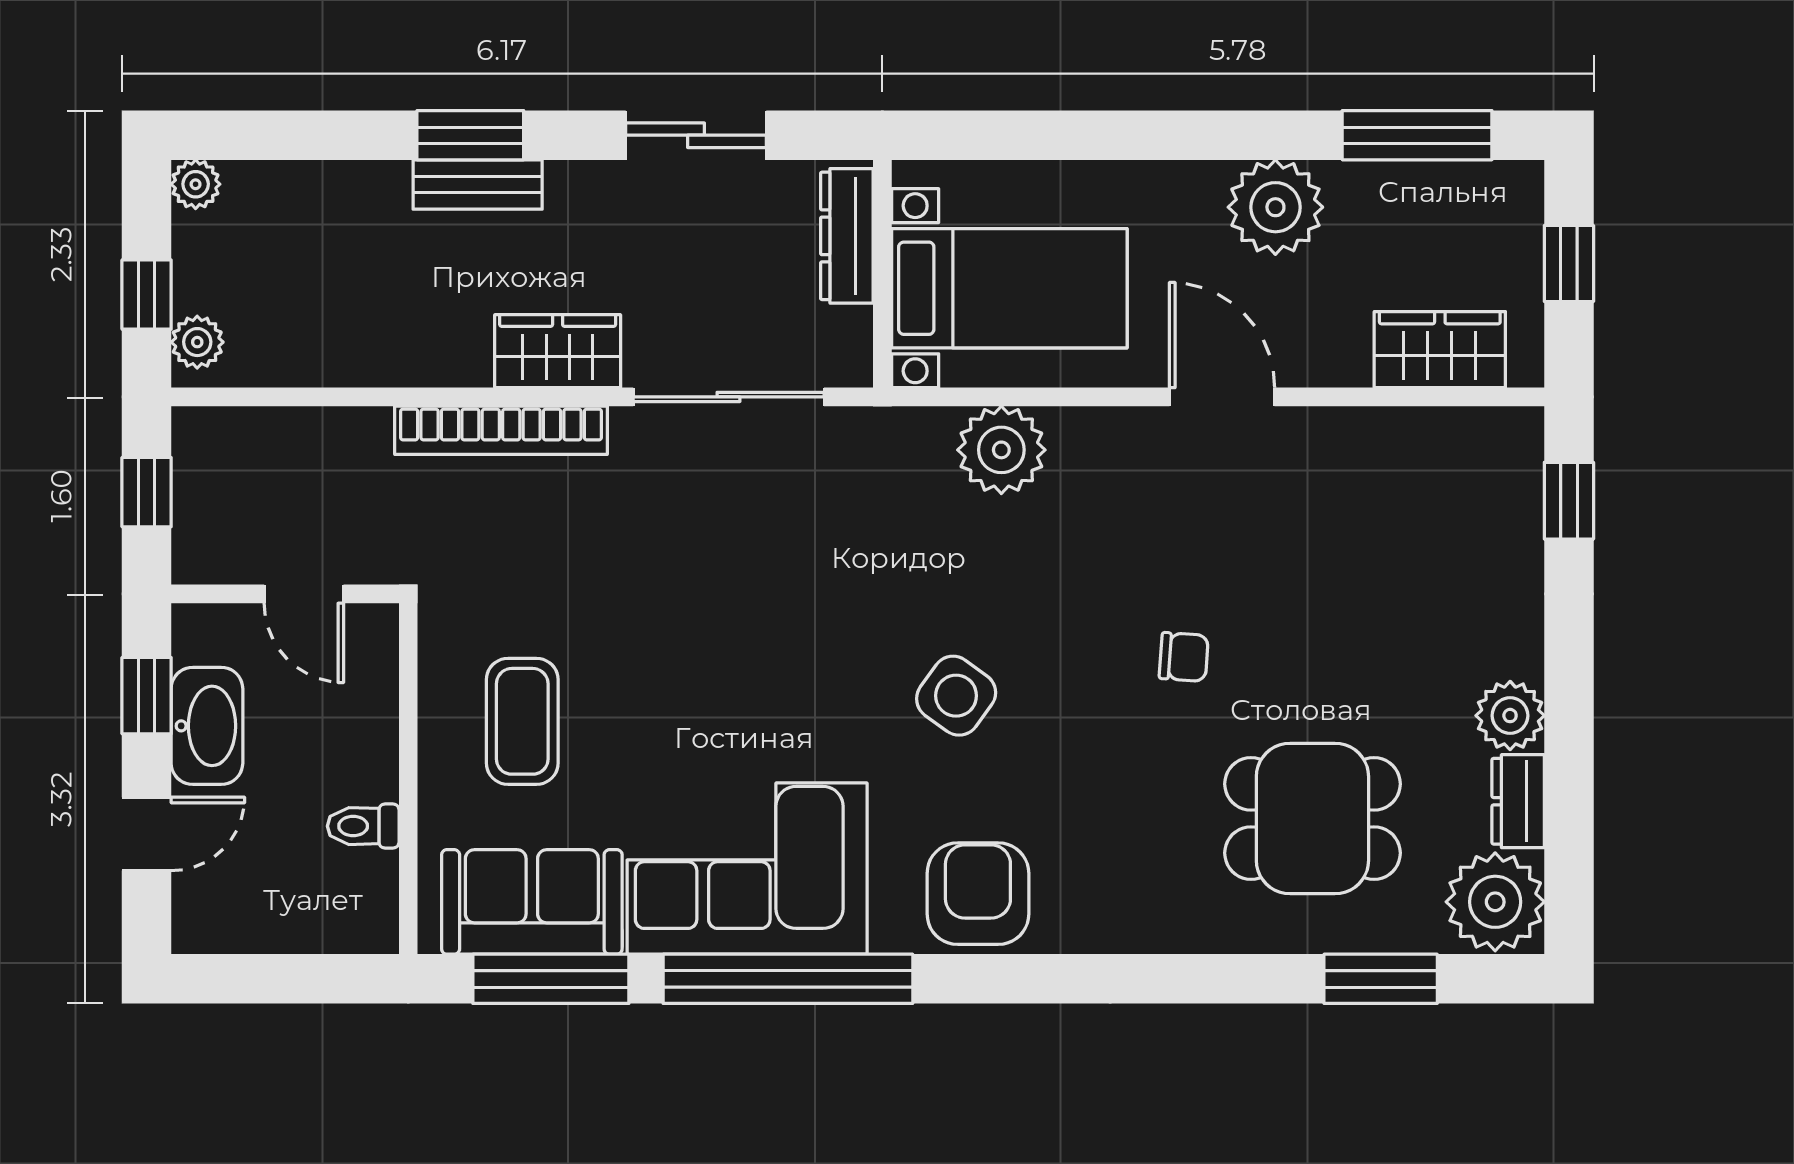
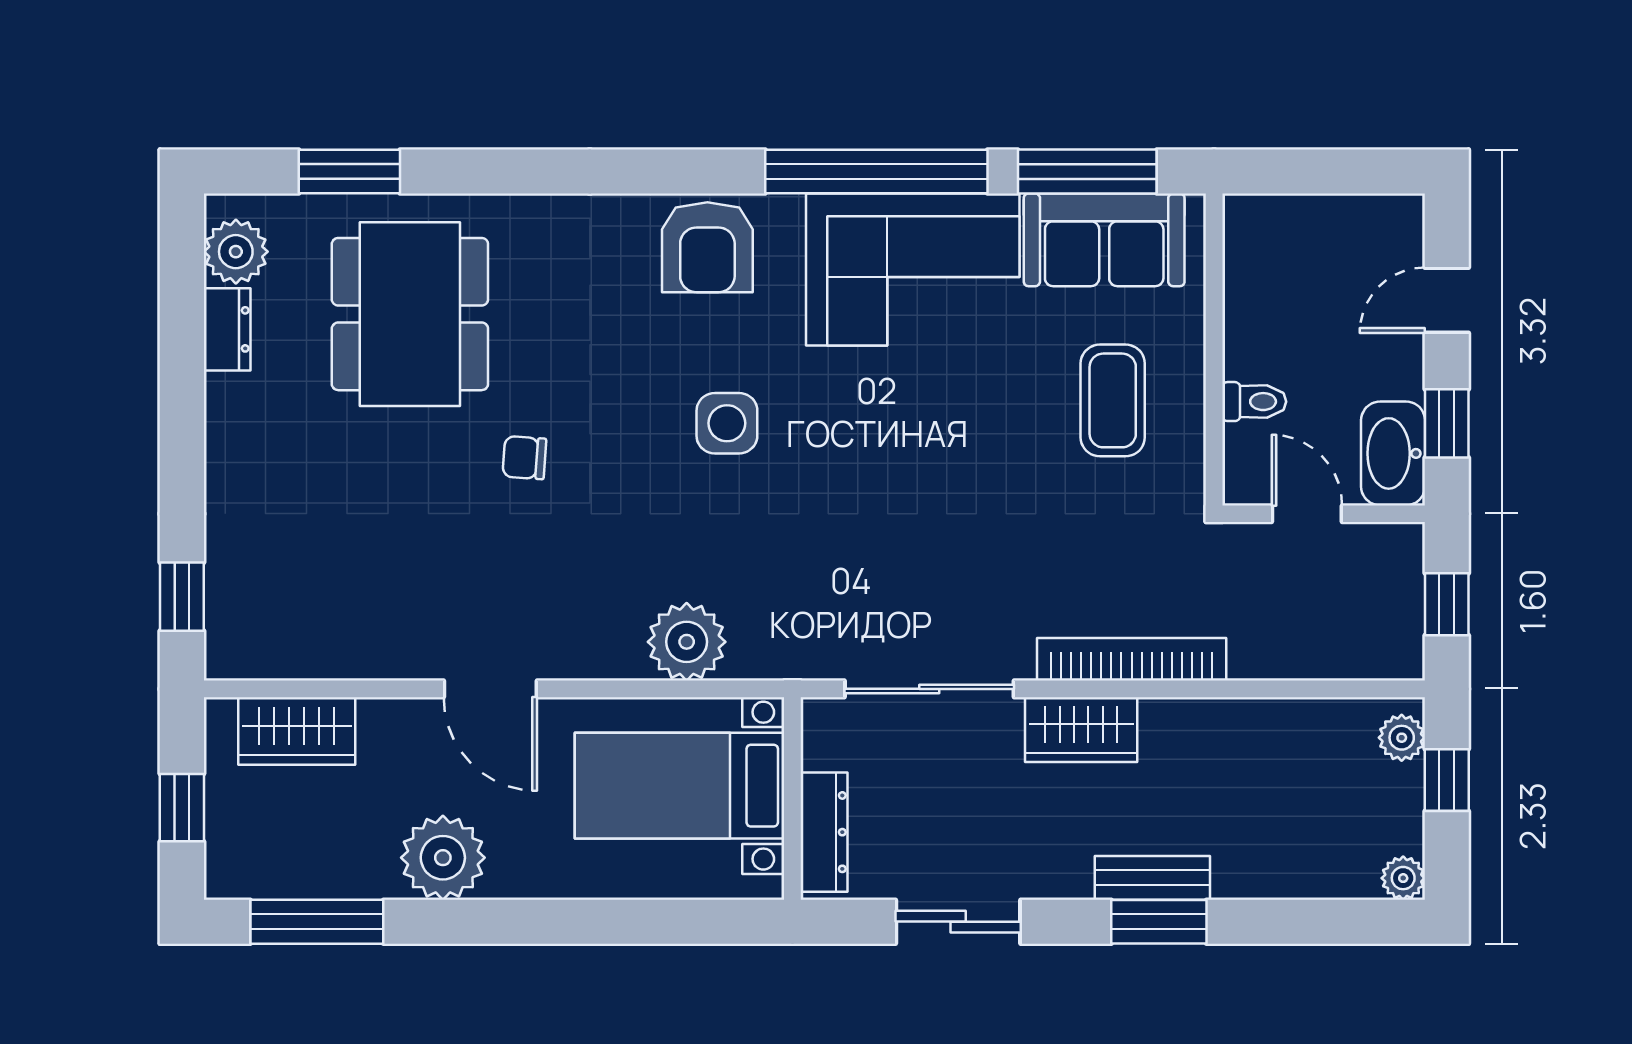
side table: (956, 696) -> (727, 423), turned -36
plant: (1510, 716) -> (234, 406), removed
washbasin: (207, 726) -> (1393, 453), moved
dining table: (1312, 818) -> (410, 314), width x1.37
toilet: (363, 826) -> (1254, 402), moved
plant: (1495, 902) -> (236, 252), width x0.73, depth x0.73

